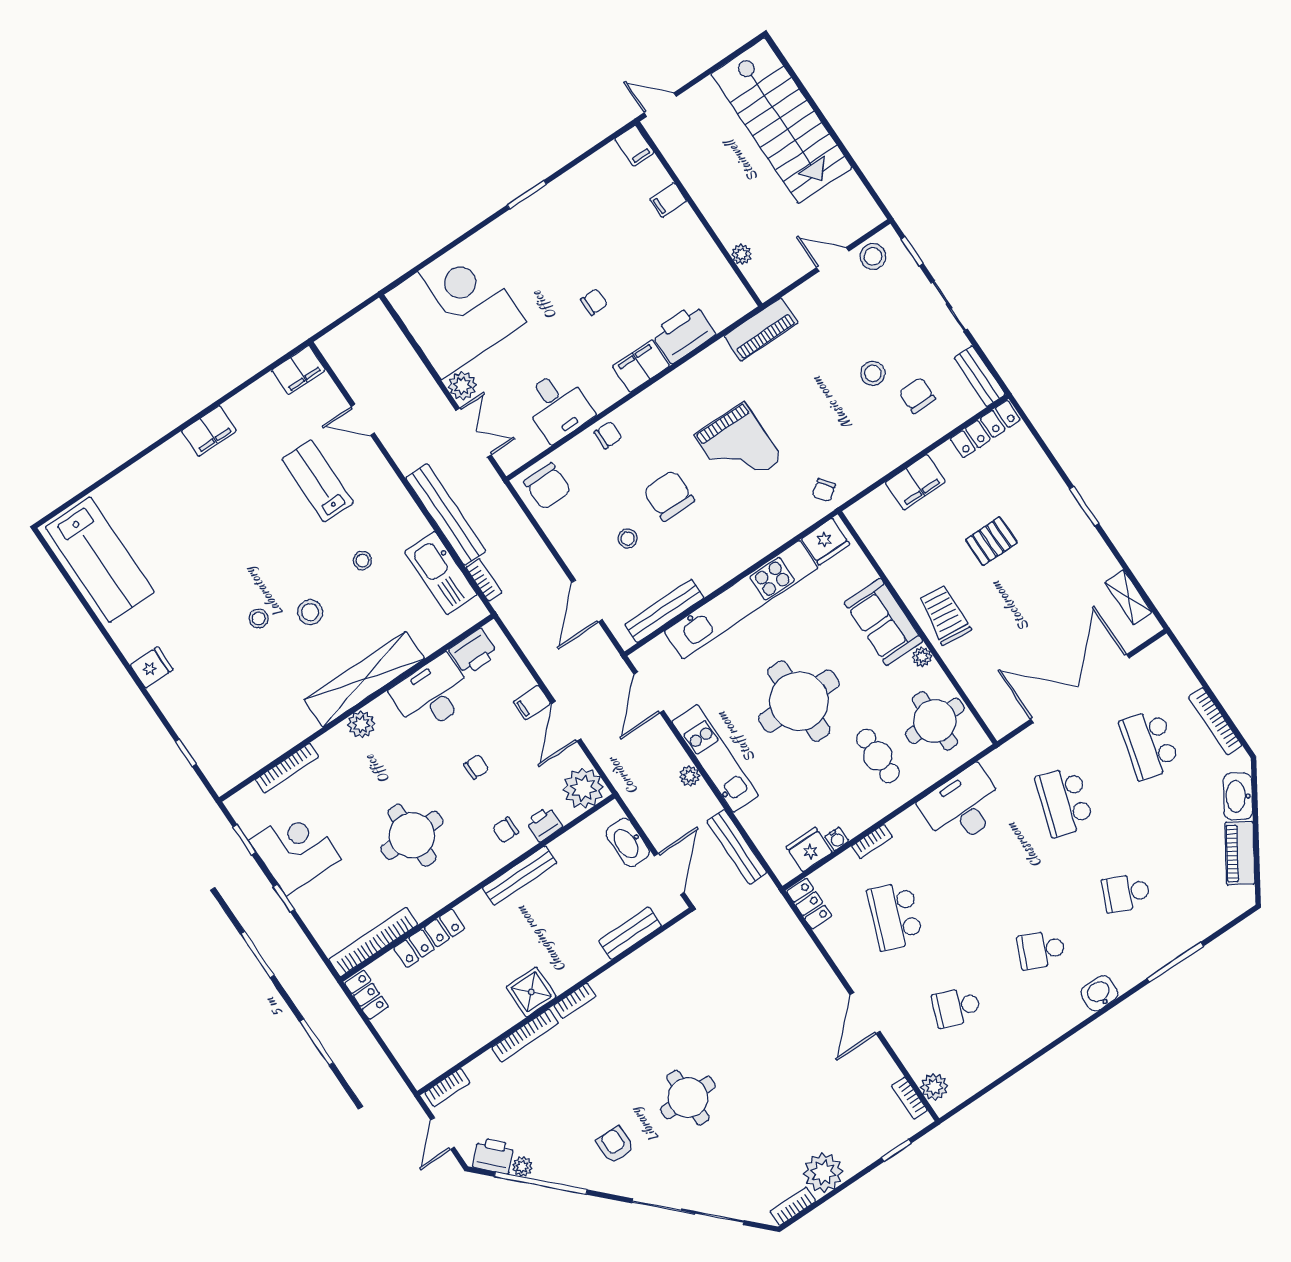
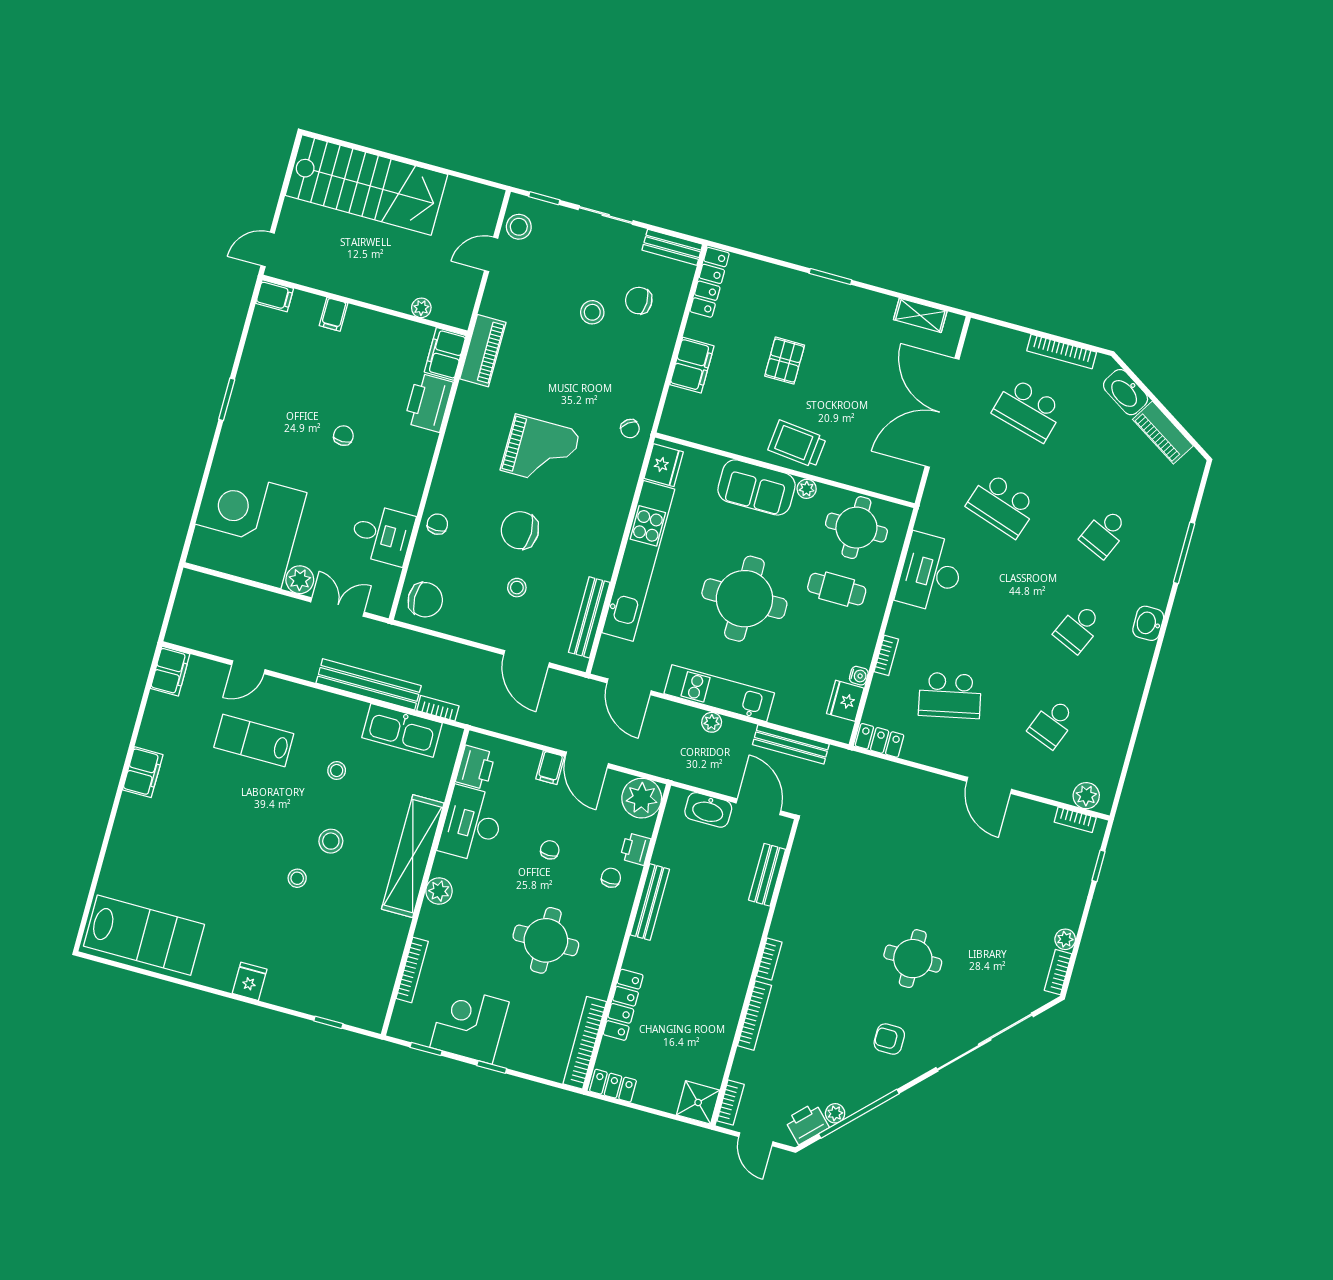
filing cabinet: (641, 366) -> (445, 354), moved
chair: (505, 830) -> (611, 878), turned 180
school desk: (895, 916) -> (950, 695), turned -33
shower: (531, 992) -> (698, 1102), moved
plant: (823, 1172) -> (1065, 939), width x0.53, depth x0.53

